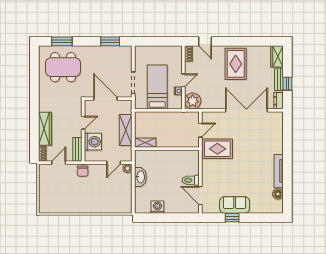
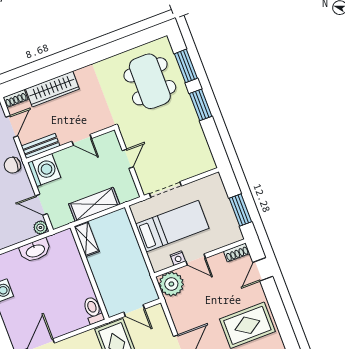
window: (110, 41) -> (201, 105), moved
window: (163, 41) -> (240, 210), added
door: (105, 99) -> (128, 159), width x0.53
washing machine: (93, 142) -> (44, 170), moved, turned -90
door: (59, 163) -> (12, 126), hinge flipped
toilet: (191, 180) -> (93, 310), moved

